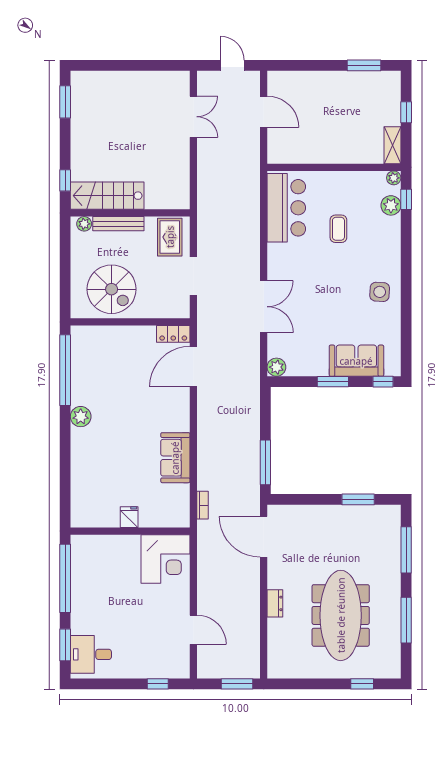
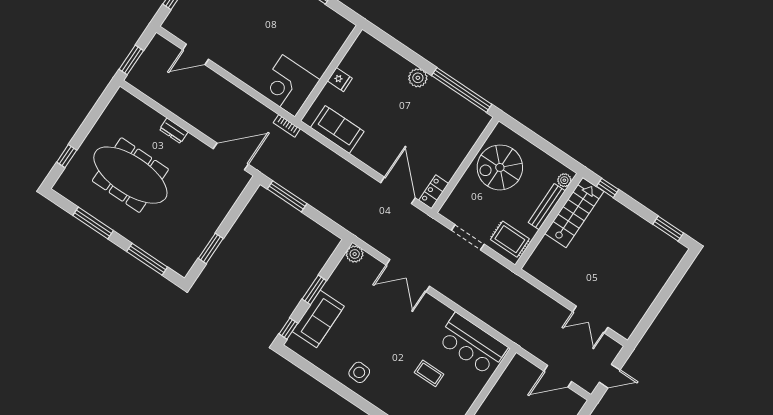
fridge: (129, 517) -> (340, 80), moved
wall: (130, 531) -> (329, 73), moved
corner desk: (165, 559) -> (289, 86), moved

